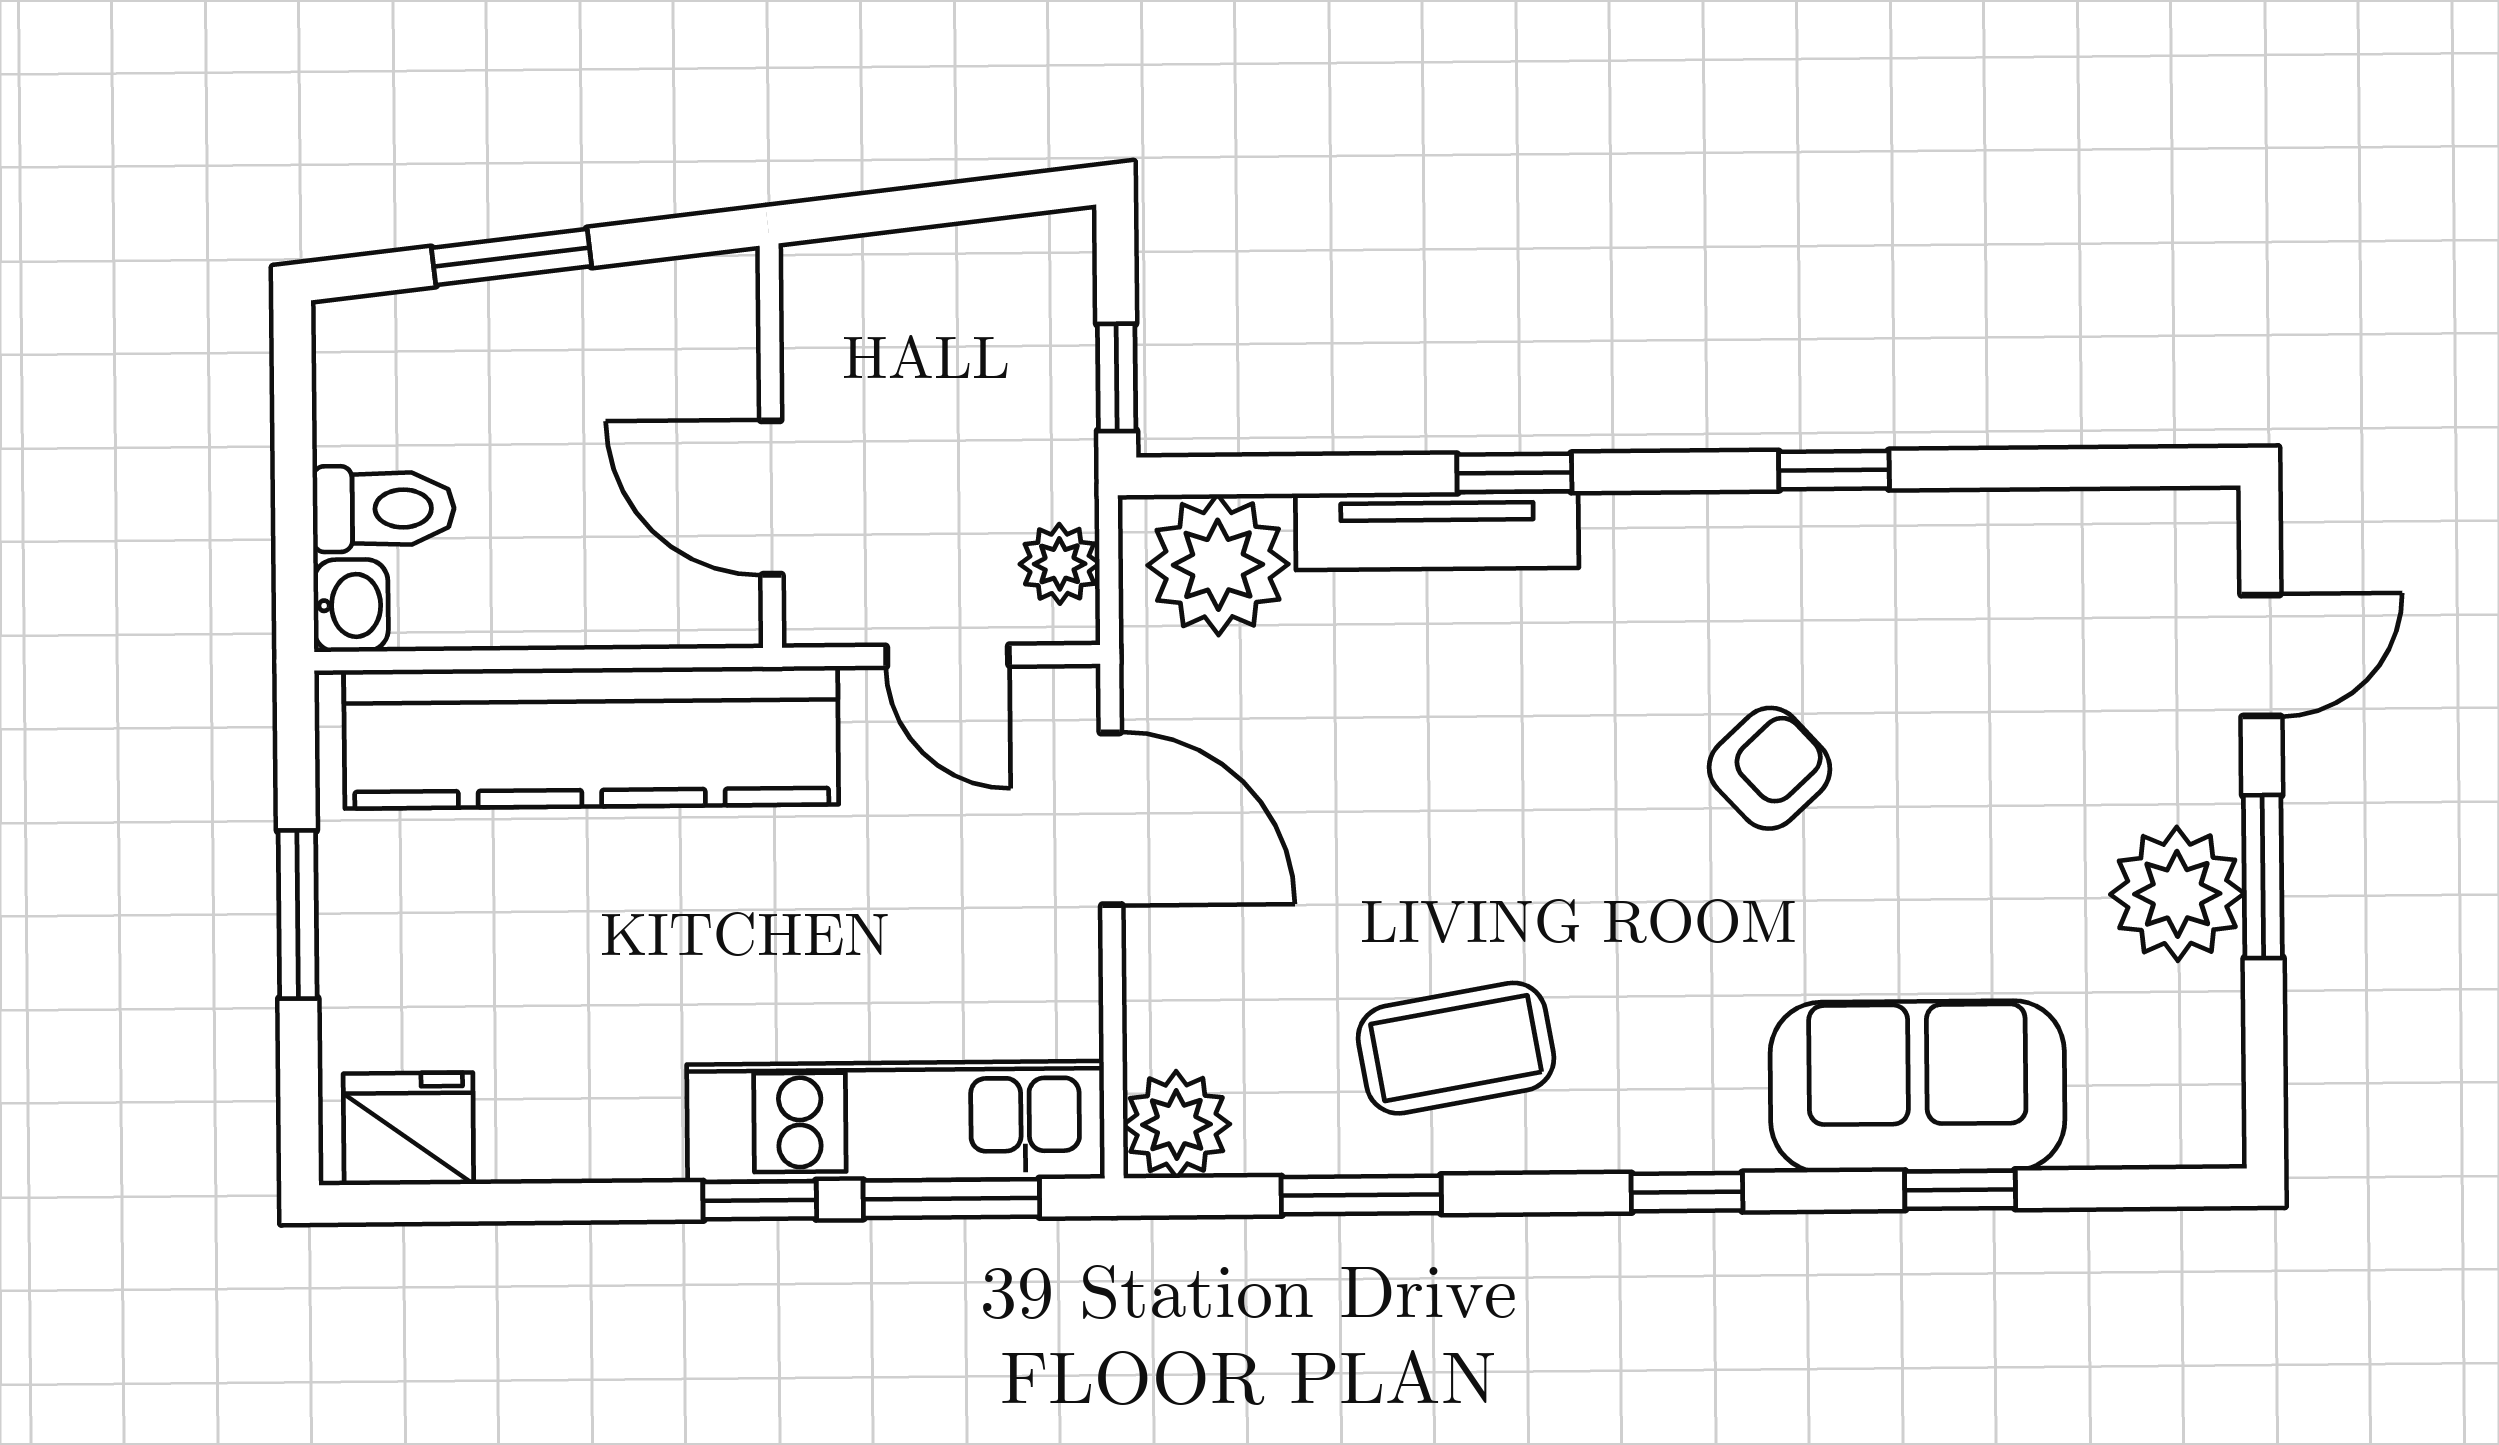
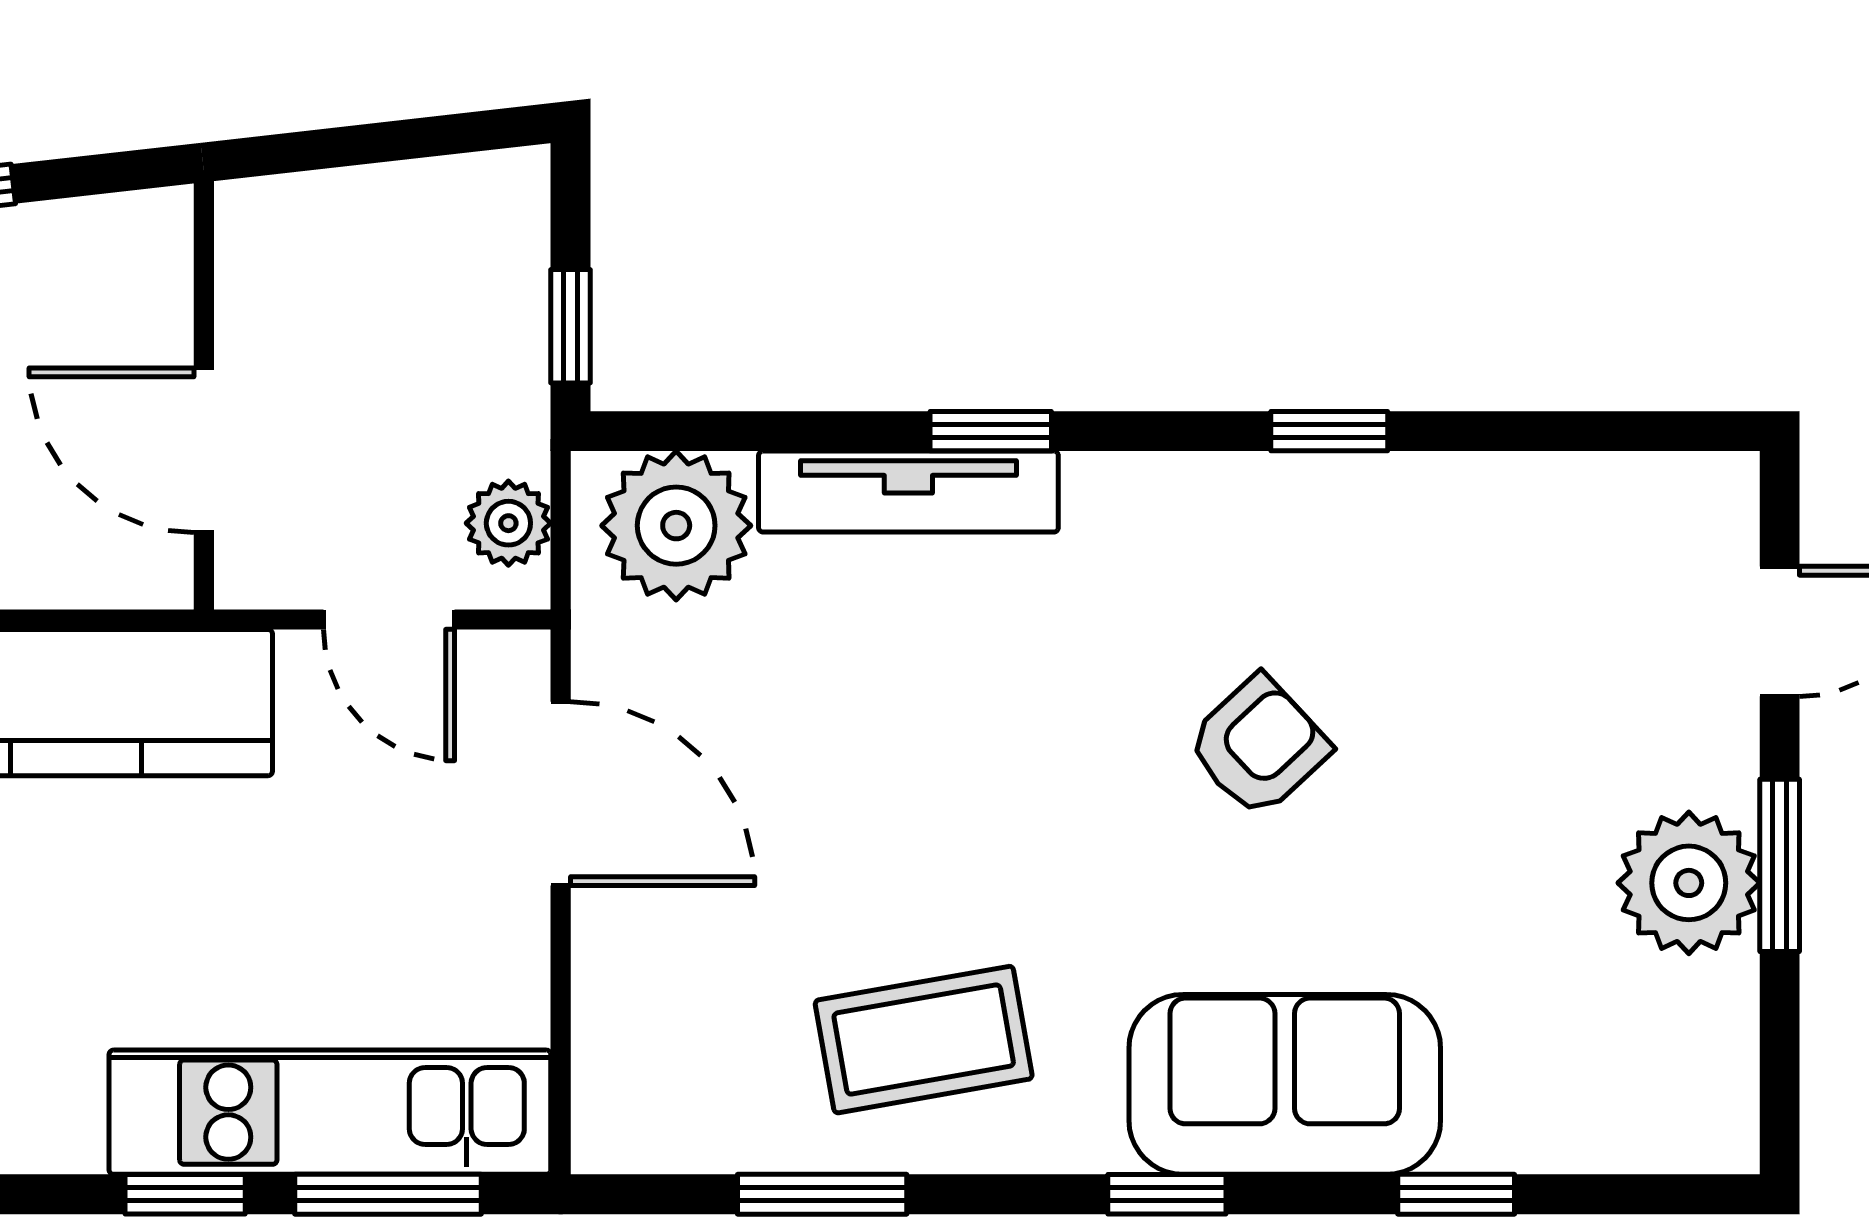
sofa: (1918, 1086) -> (1285, 1084), moved
plant: (1177, 1125) -> (627, 1118), removed

